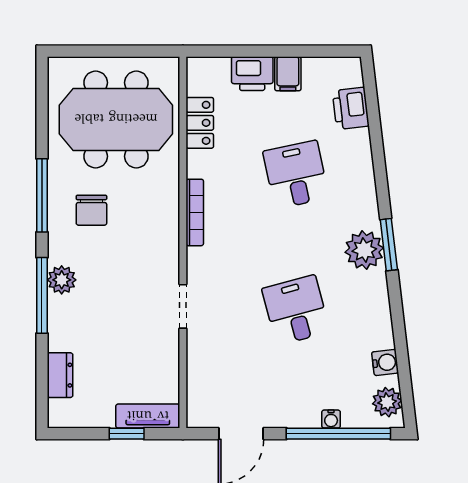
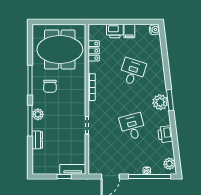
printer: (351, 108) -> (165, 134), moved
desk: (296, 175) -> (133, 72), turned 30
water cooler: (385, 362) -> (155, 30), moved
dresser: (60, 375) -> (37, 140), moved

